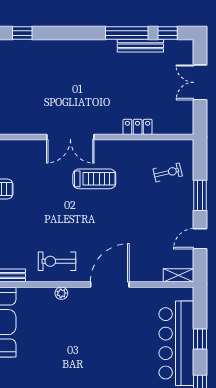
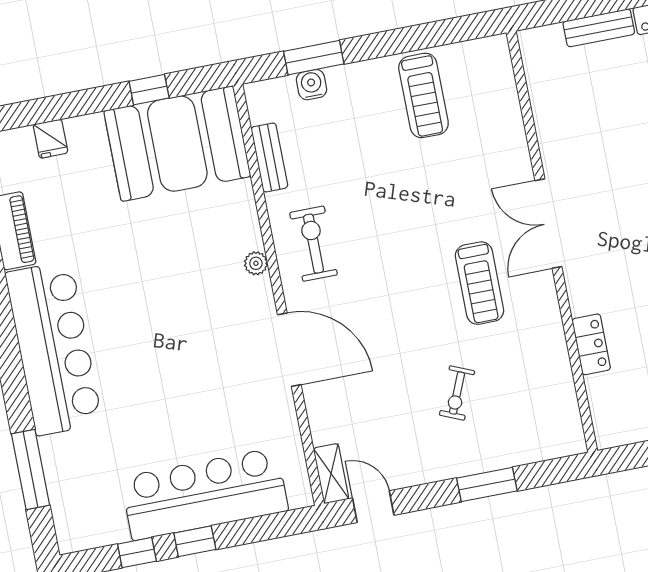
exercise bike: (168, 172) -> (457, 393), moved, turned 36
door: (200, 239) -> (373, 507), moved
window: (200, 339) -> (195, 541), moved

